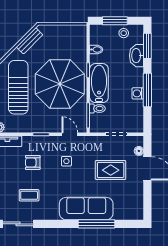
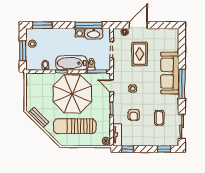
washbasin: (137, 56) -> (94, 34), moved
window: (147, 90) -> (89, 25), moved
door: (70, 134) -> (112, 86), hinge flipped
window: (96, 224) -> (182, 84), moved

